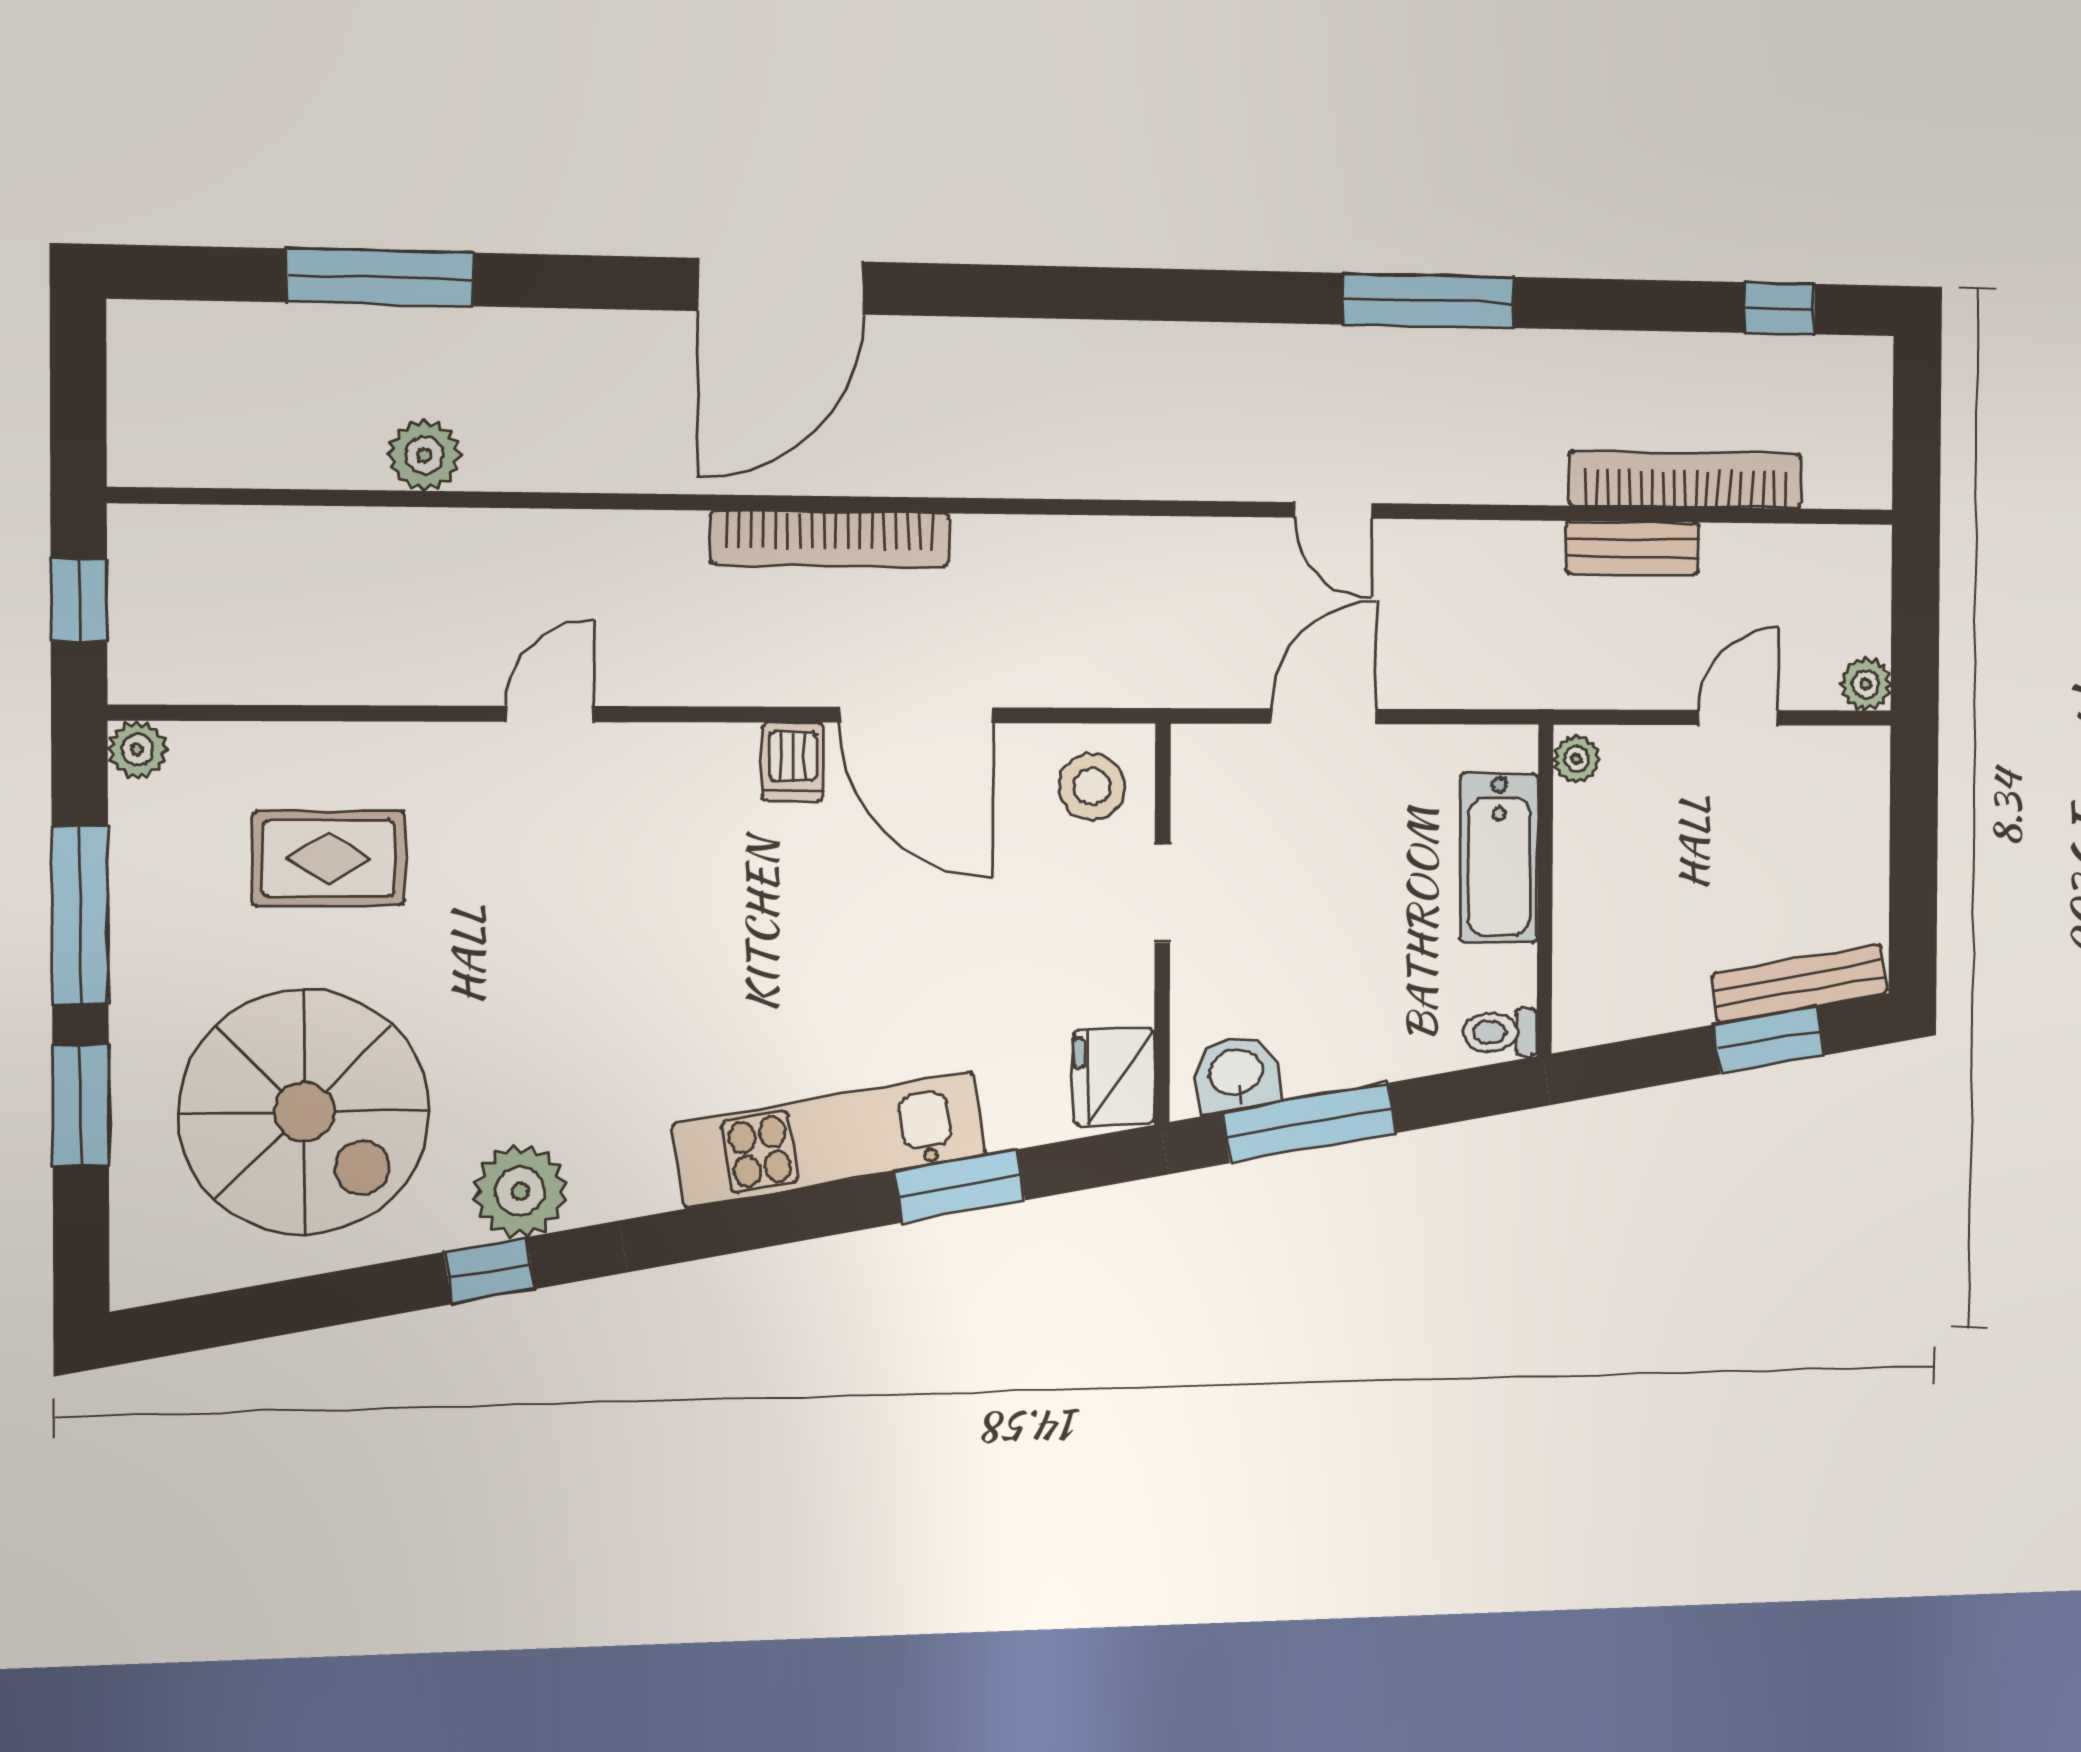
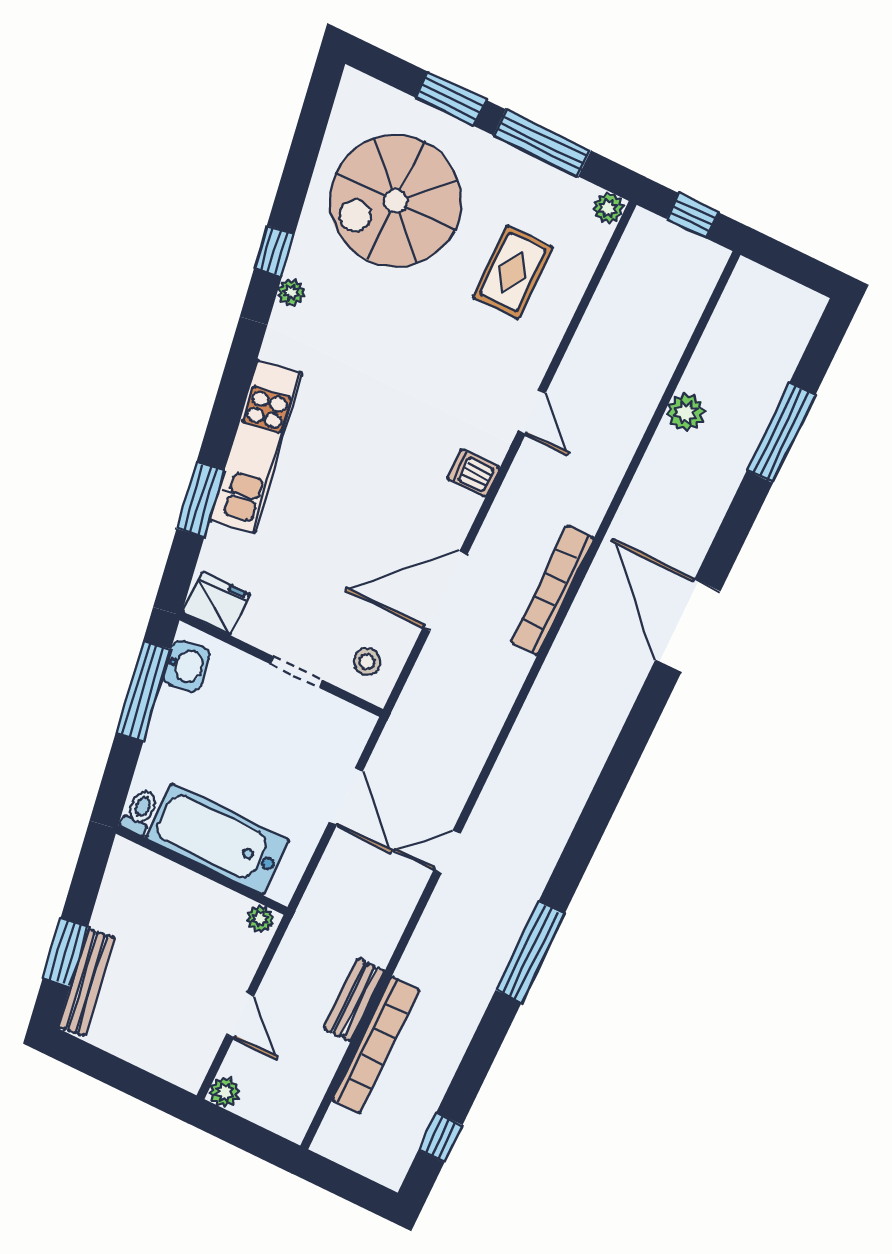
dishwasher: (793, 762) -> (473, 473), moved
stool: (1092, 787) -> (367, 662), width x0.73, depth x0.73
bathtub: (1499, 858) -> (217, 839), width x1.36, depth x1.36
plant: (520, 1191) -> (291, 292), width x0.53, depth x0.53

